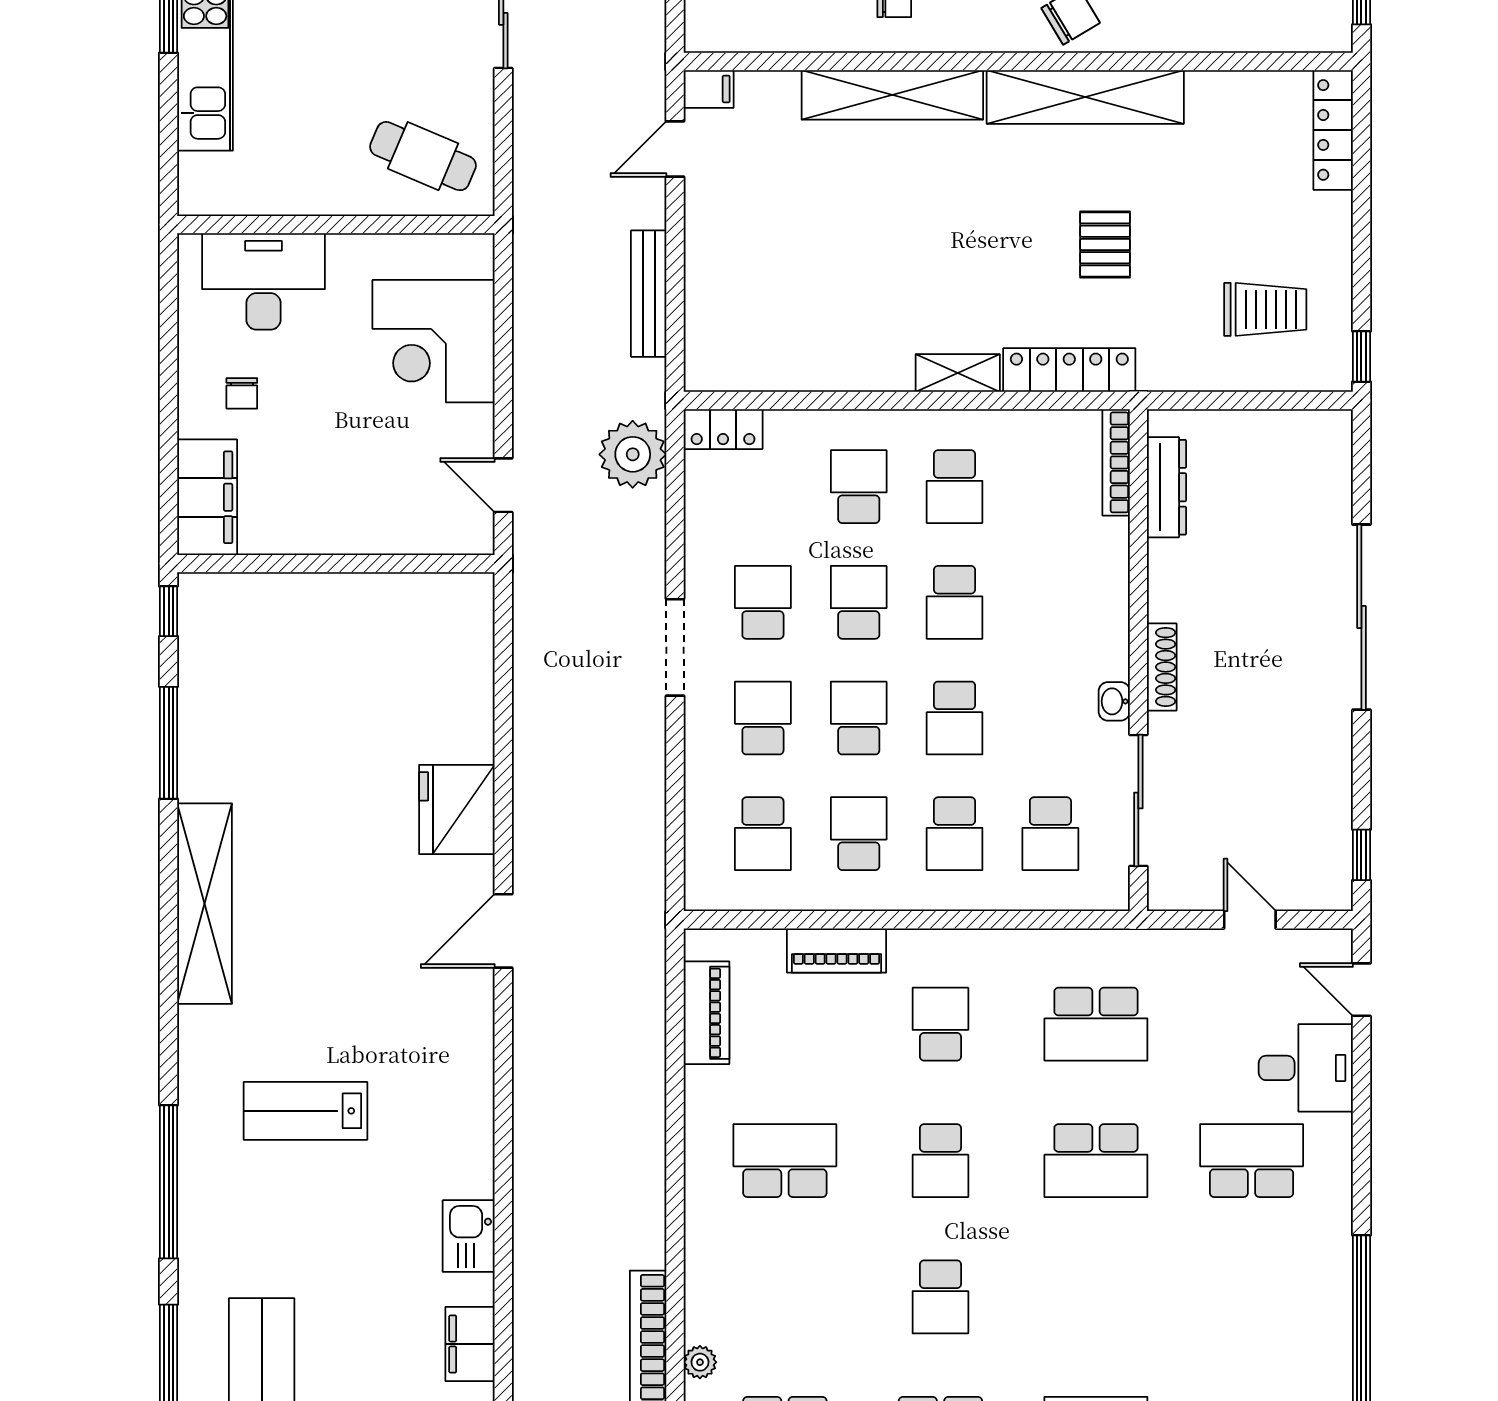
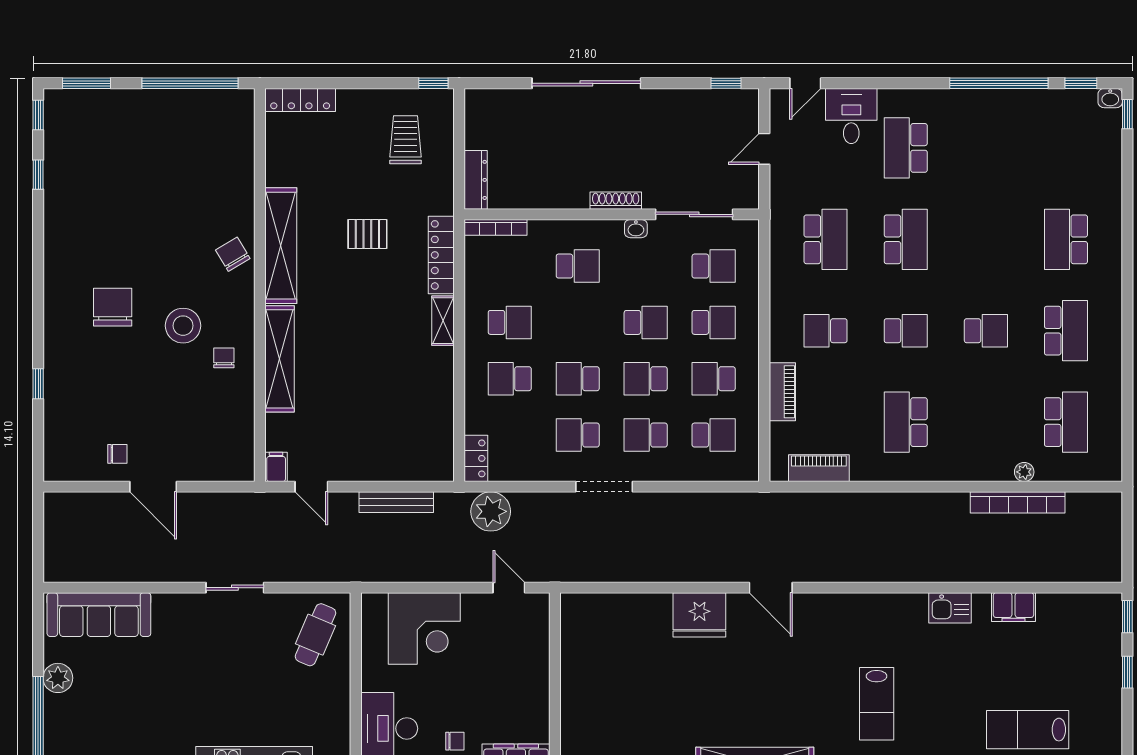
door: (503, 485) -> (509, 588), swing flipped
dresser: (1167, 487) -> (476, 180), moved, turned 90
school desk: (955, 602) -> (578, 266), moved

